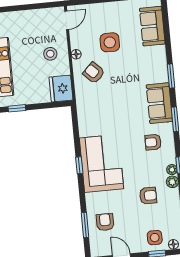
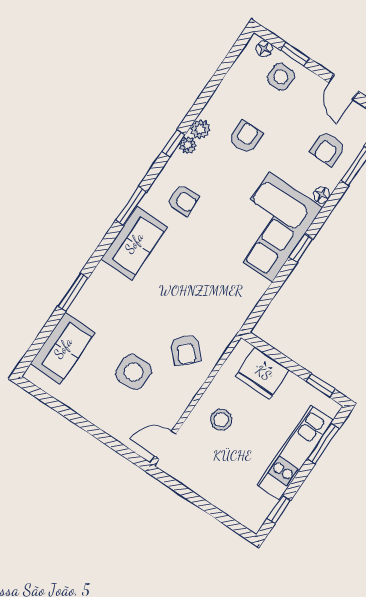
floor lamp: (76, 54) -> (322, 195), moved
window: (171, 76) -> (73, 292), moved
fridge: (61, 89) -> (263, 373), moved, turned 90
armchair: (148, 196) -> (245, 137), turned 90

